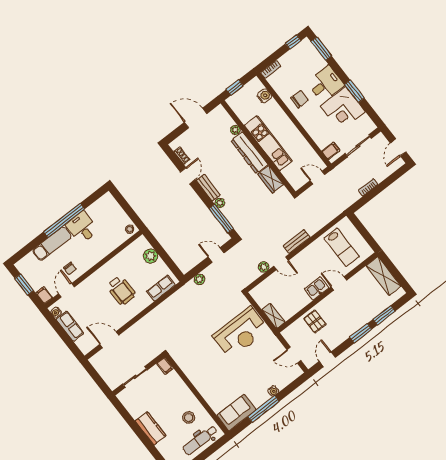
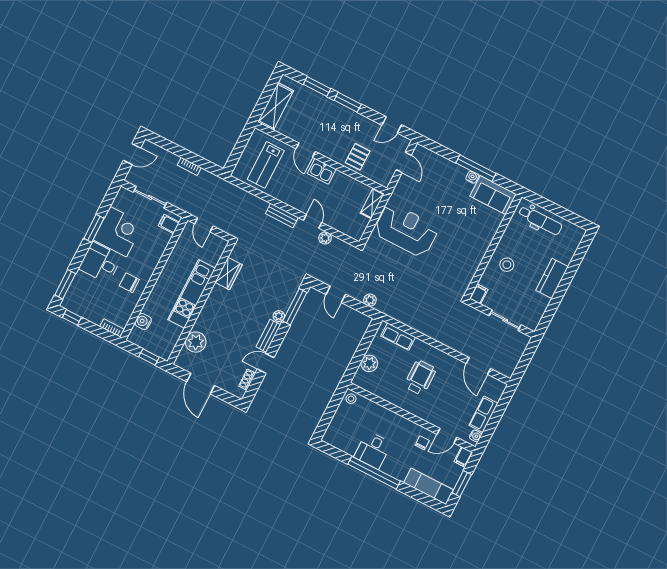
plant: (235, 130) -> (196, 342), width x1.87, depth x1.87
dresser: (249, 153) -> (211, 309), removed
exam couch: (52, 244) -> (428, 486), moved
lab bench: (342, 247) -> (266, 165), turned 180
water cooler: (273, 391) -> (472, 177), moved
stool: (189, 418) -> (507, 265), moved

